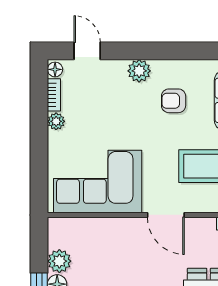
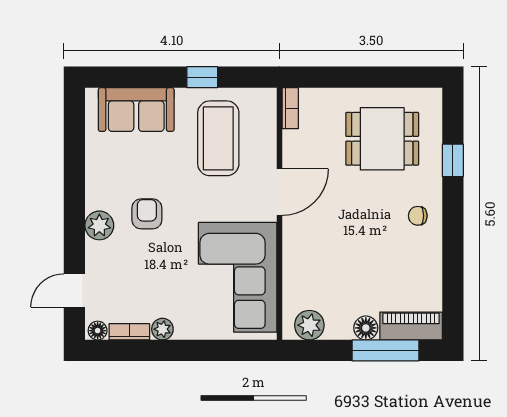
armchair: (174, 101) -> (147, 214), moved, turned 180
plant: (59, 261) -> (309, 325), moved

